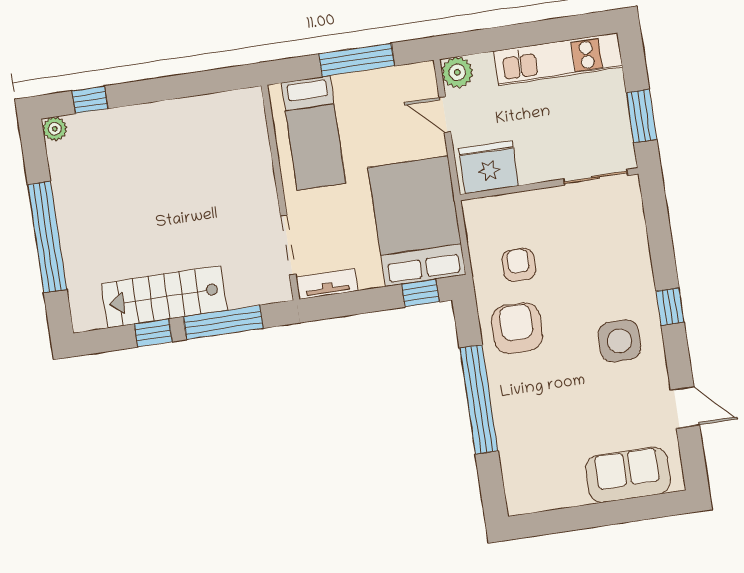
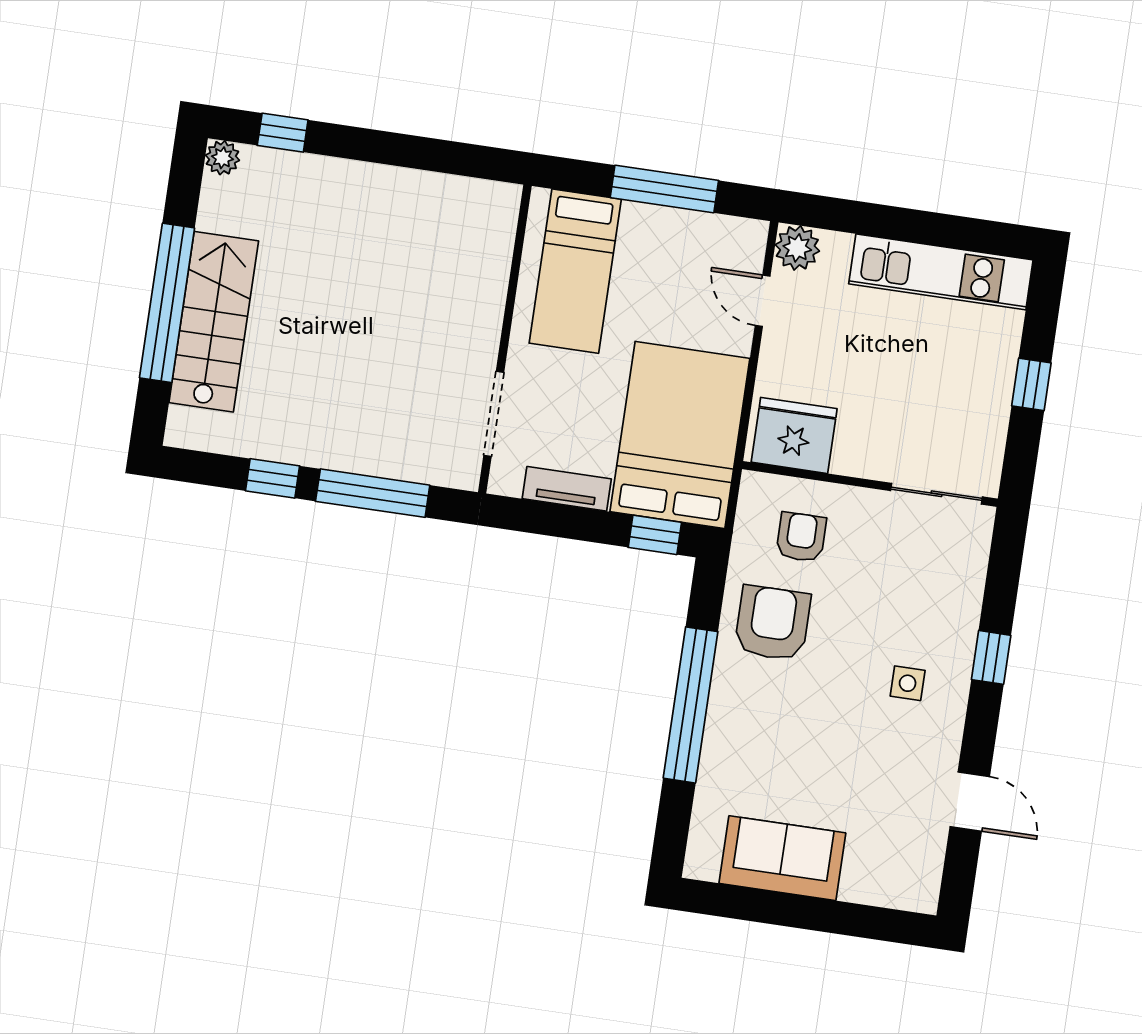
window: (642, 116) -> (1031, 384), width x0.67
fridge: (489, 167) -> (794, 435), moved
sliding door: (596, 177) -> (936, 494), moved
wall: (549, 184) -> (870, 484), moved
tv unit: (327, 284) -> (567, 489), moved
stairs: (164, 297) -> (214, 322), moved, turned 90
side table: (619, 341) -> (908, 683), width x0.54, depth x0.54
sofa: (628, 475) -> (782, 858), moved

